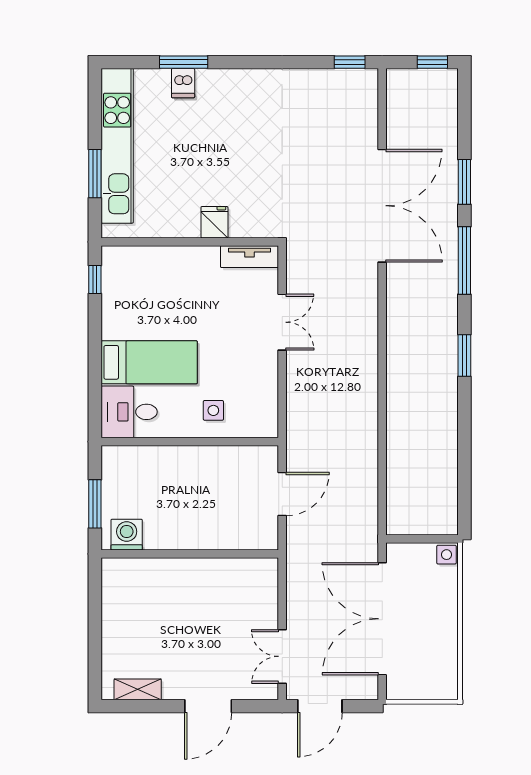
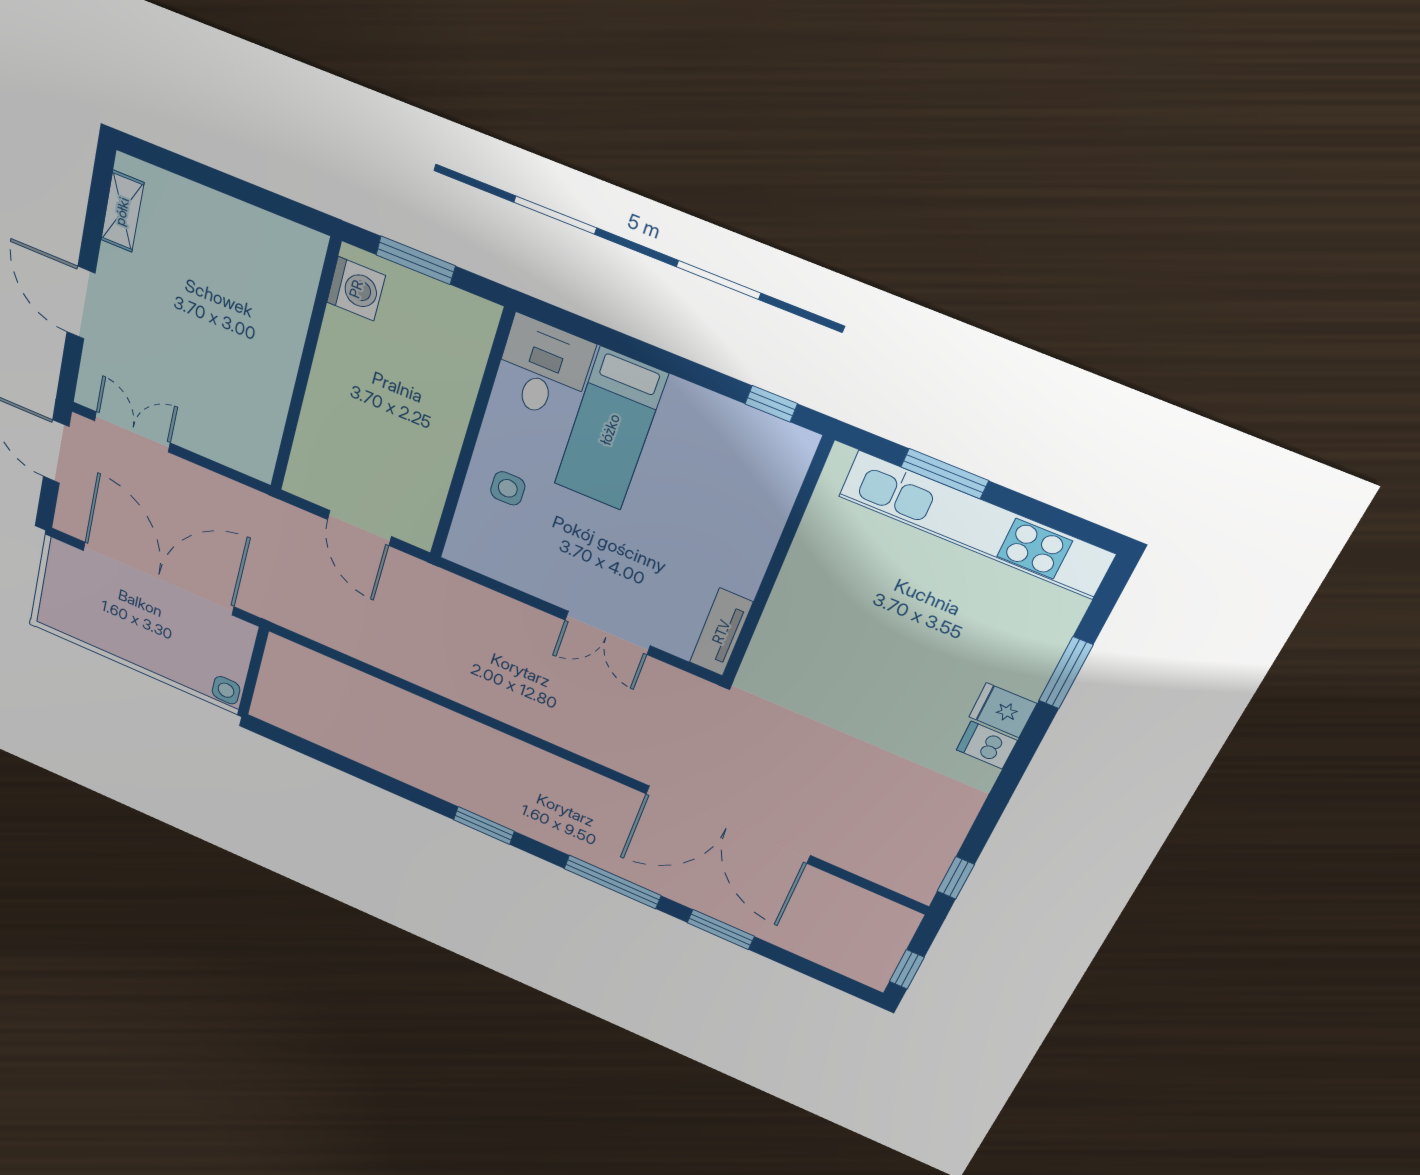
dishwasher: (183, 83) -> (987, 745), moved
fridge: (214, 222) -> (1003, 710), moved, turned 180

